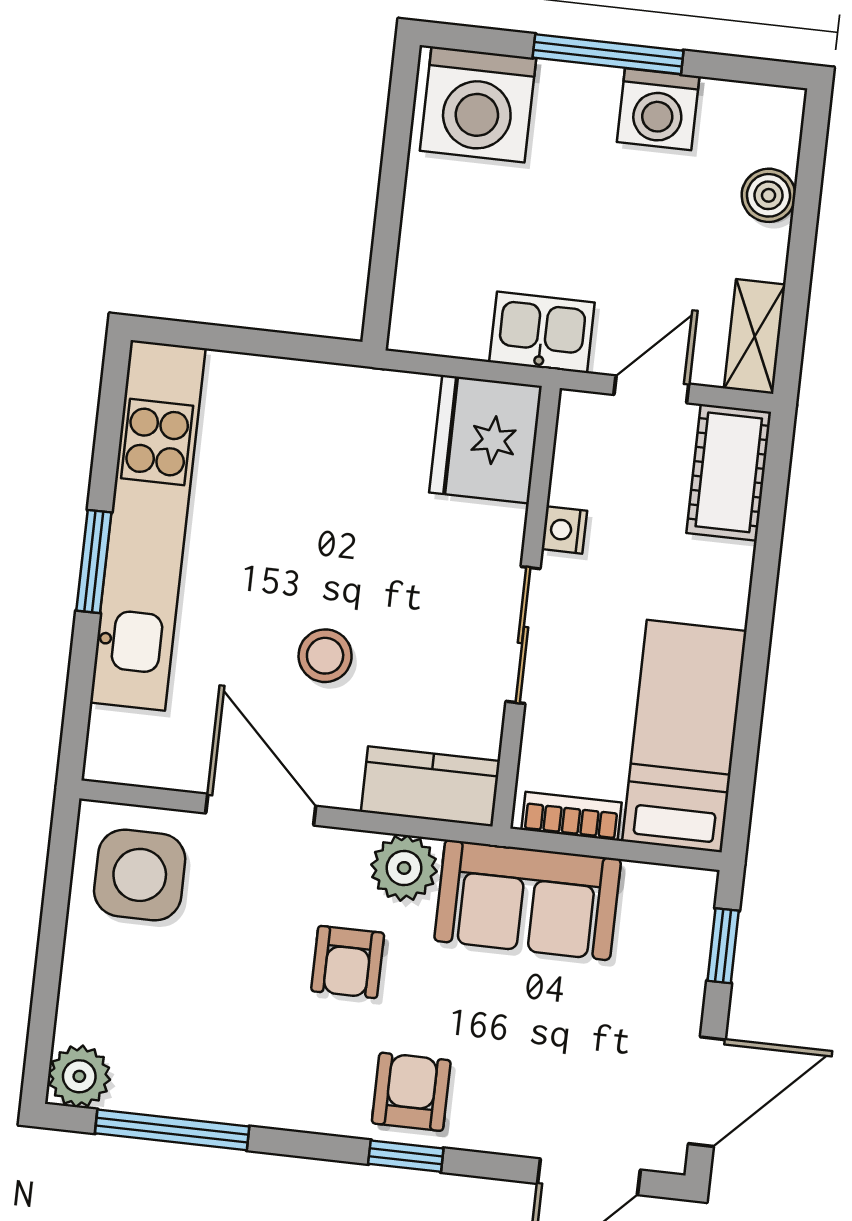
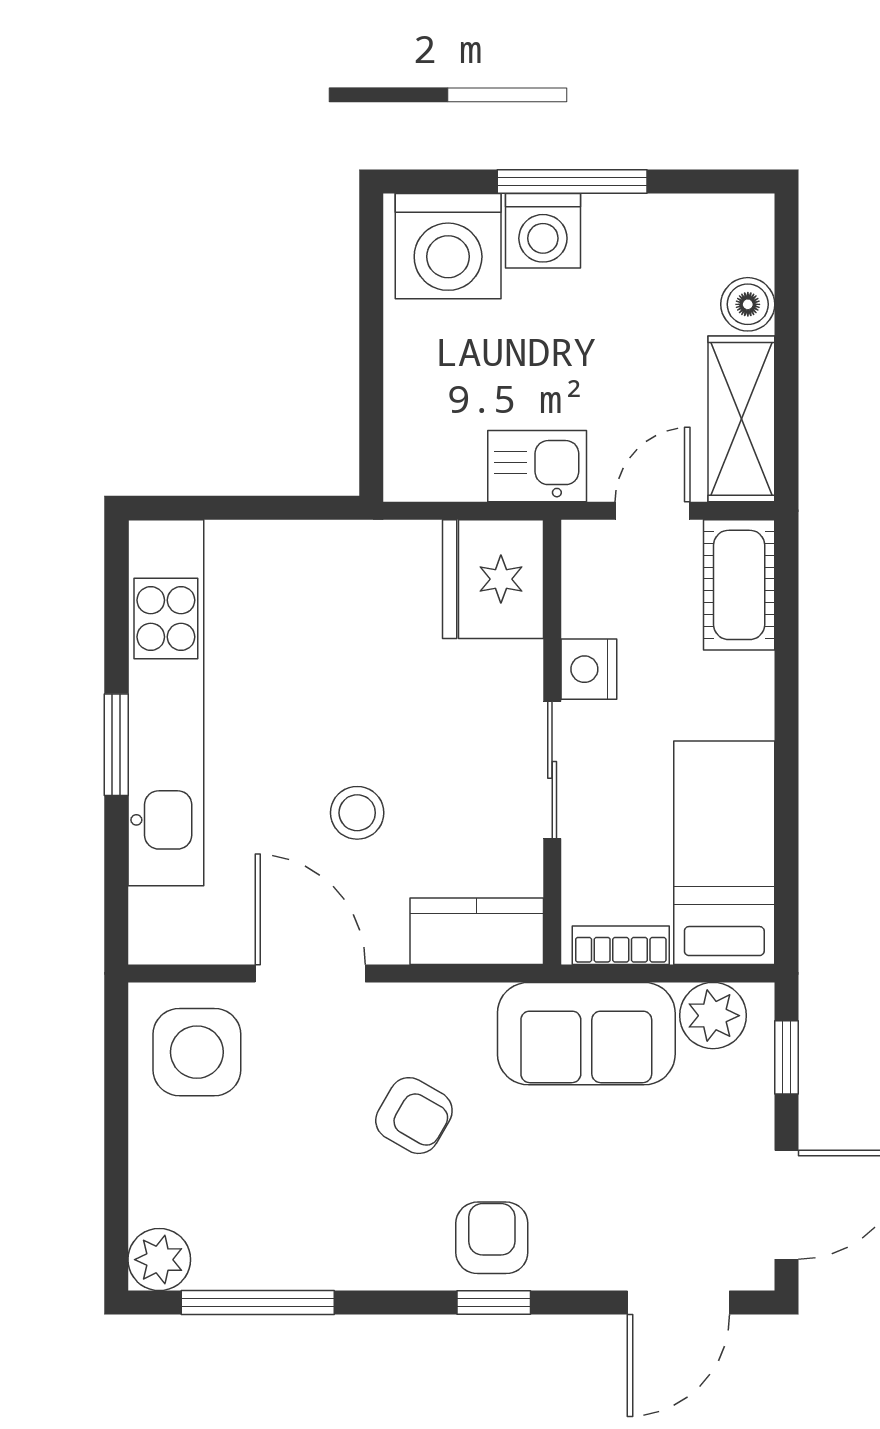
washing machine: (658, 109) -> (543, 231), moved
shelving: (755, 336) -> (741, 419), width x1.50, depth x1.33
nightstand: (564, 530) -> (589, 669), width x1.39, depth x1.35
plant: (404, 868) -> (713, 1016), moved
armchair: (348, 962) -> (414, 1116), turned -60

